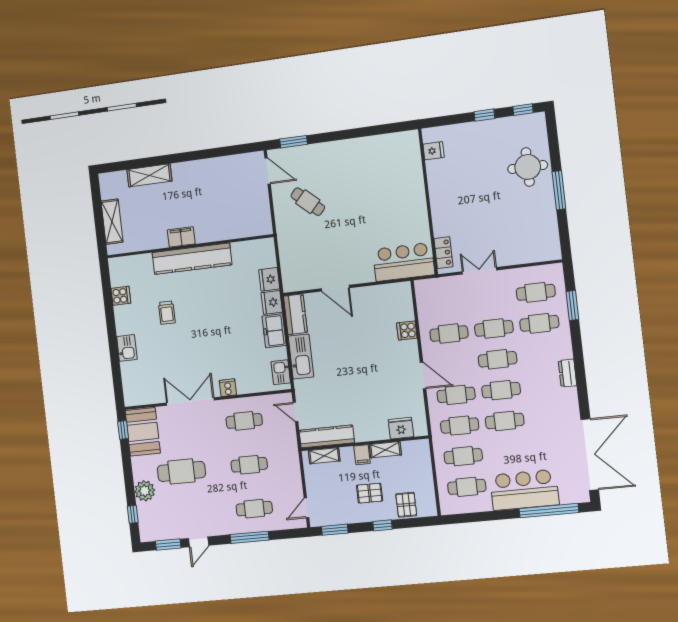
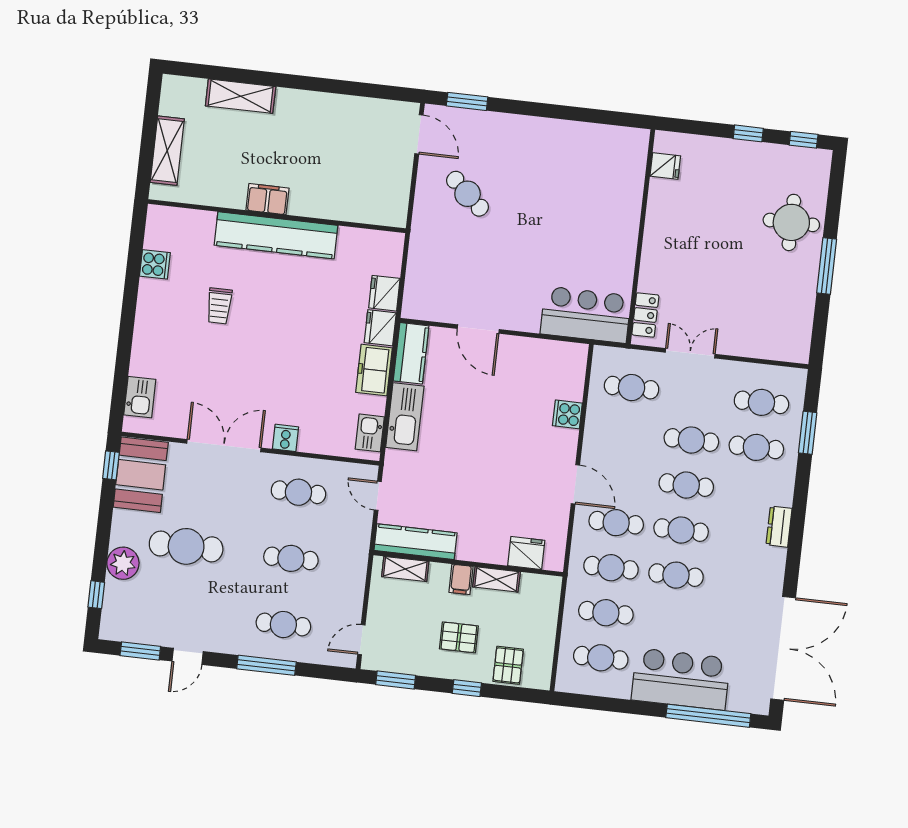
cafe table: (449, 334) -> (632, 388), moved
kitchen sink: (127, 348) -> (140, 397), moved

